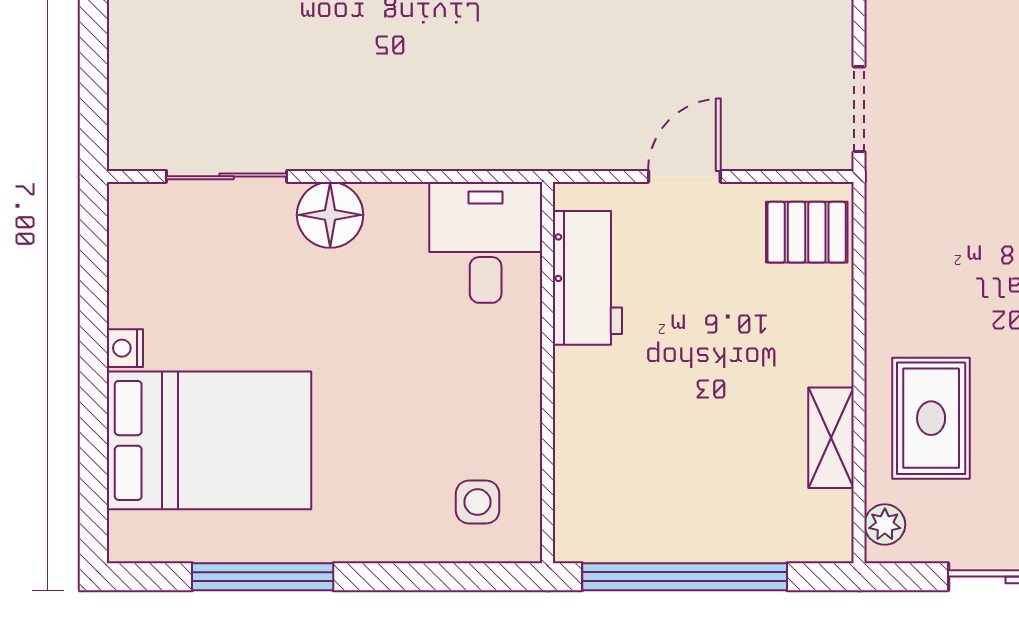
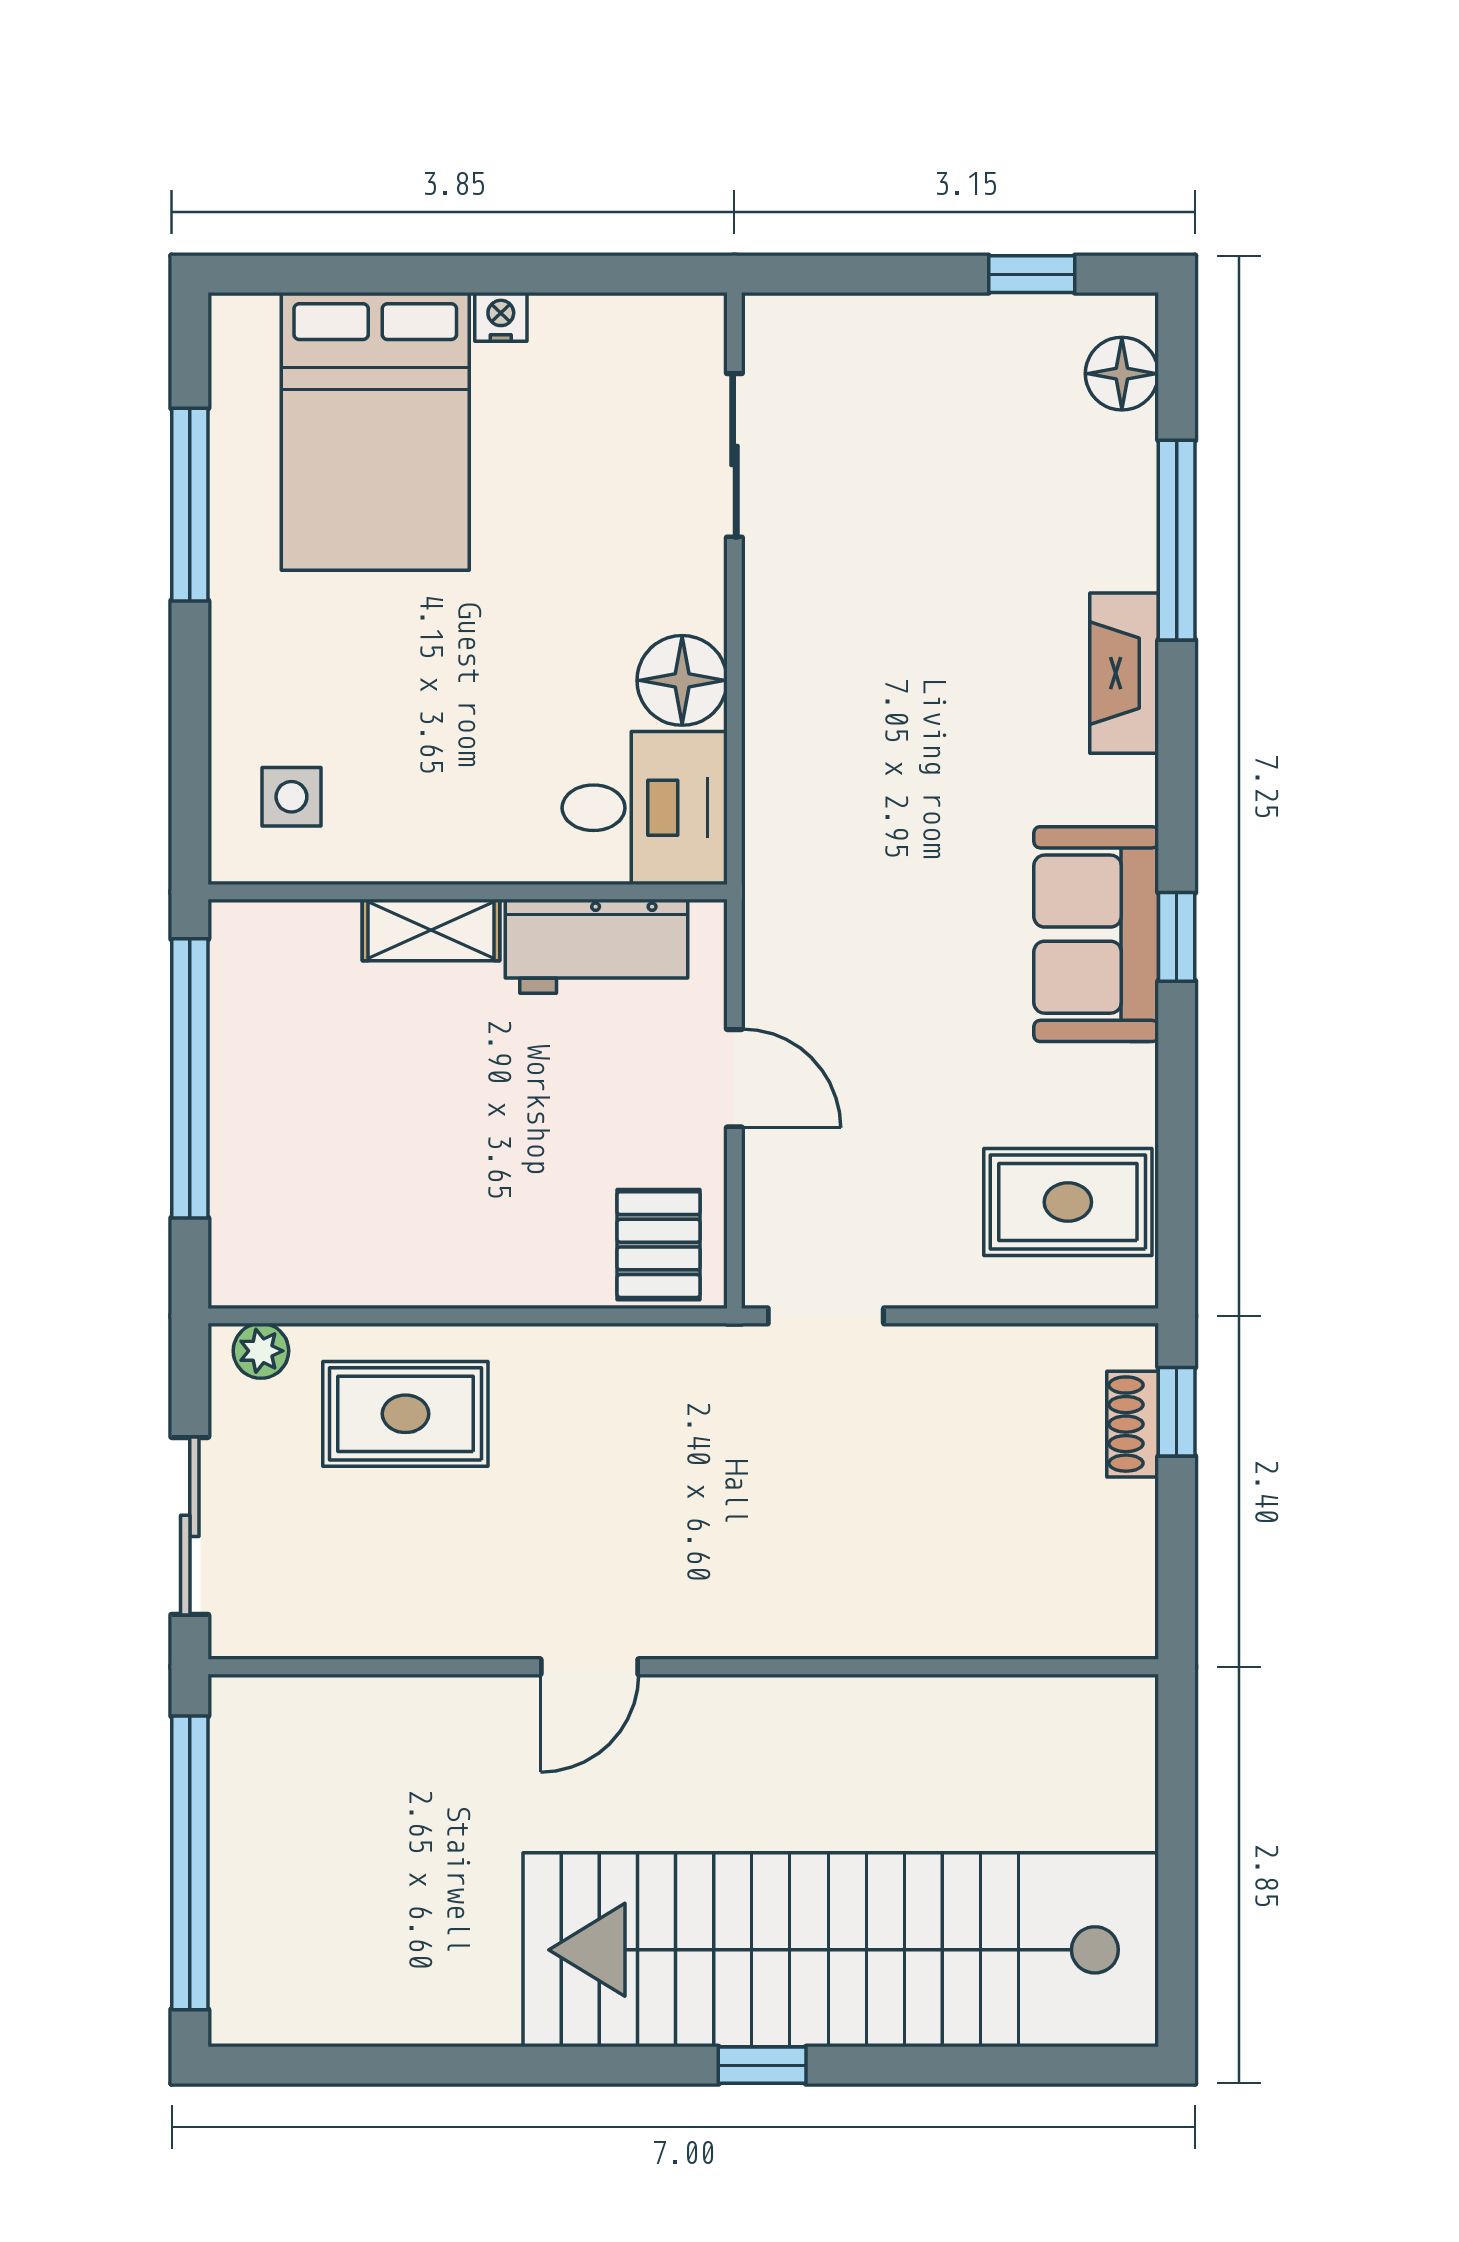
floor lamp: (330, 215) -> (682, 680), moved
shelving: (831, 438) -> (431, 930), moved

